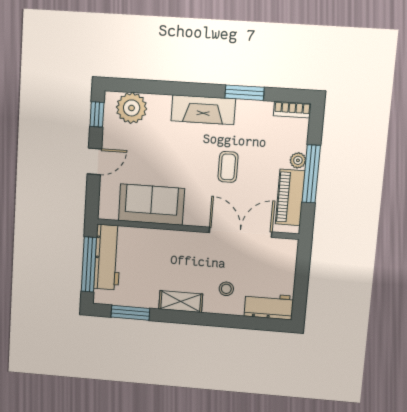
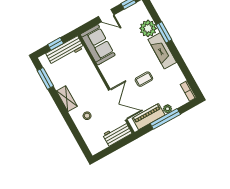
window: (244, 93) -> (164, 32), moved
plant: (132, 108) -> (148, 28), moved
sofa: (151, 205) -> (98, 45), moved
window: (89, 265) -> (56, 44), width x0.46
workbench: (269, 306) -> (117, 134), moved, turned -90

